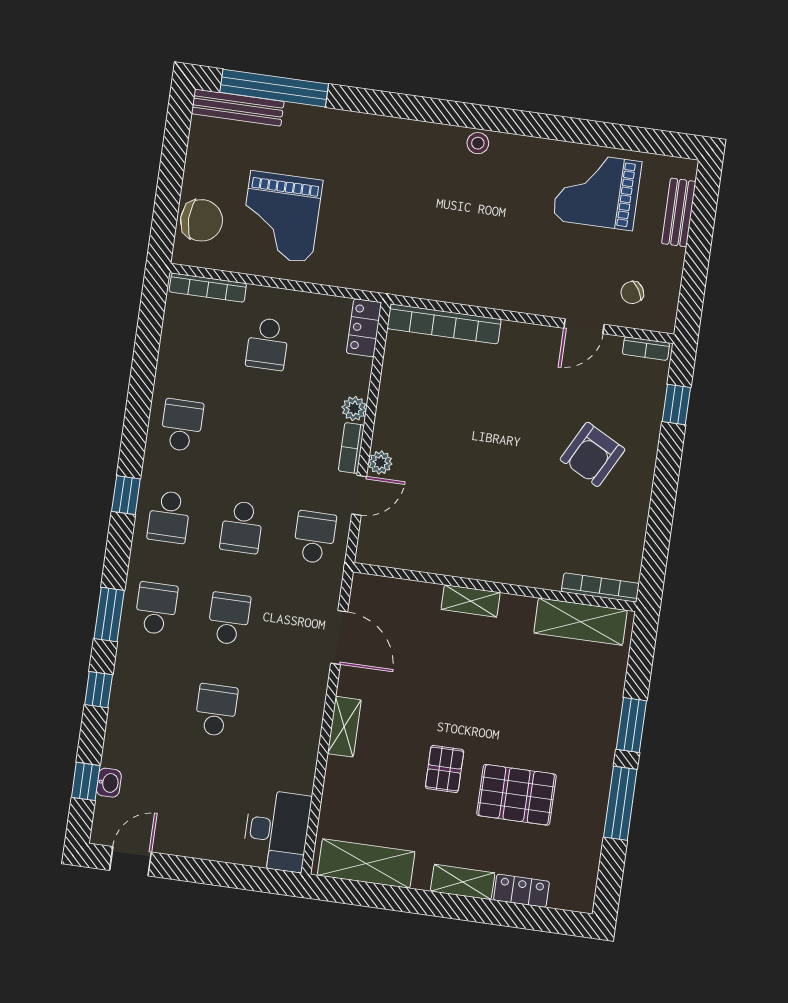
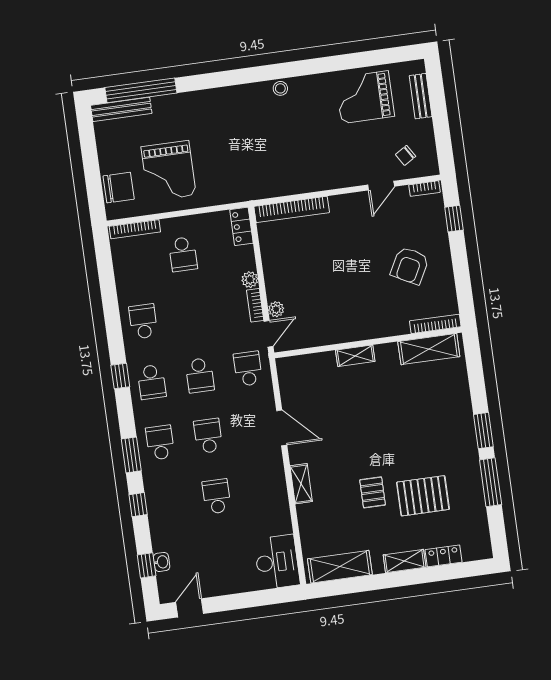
wall: (495, 587) -> (368, 343), moved
bookcase: (600, 588) -> (435, 324), moved
shelving: (471, 601) -> (355, 356), moved
shelving: (580, 622) -> (429, 349), moved

